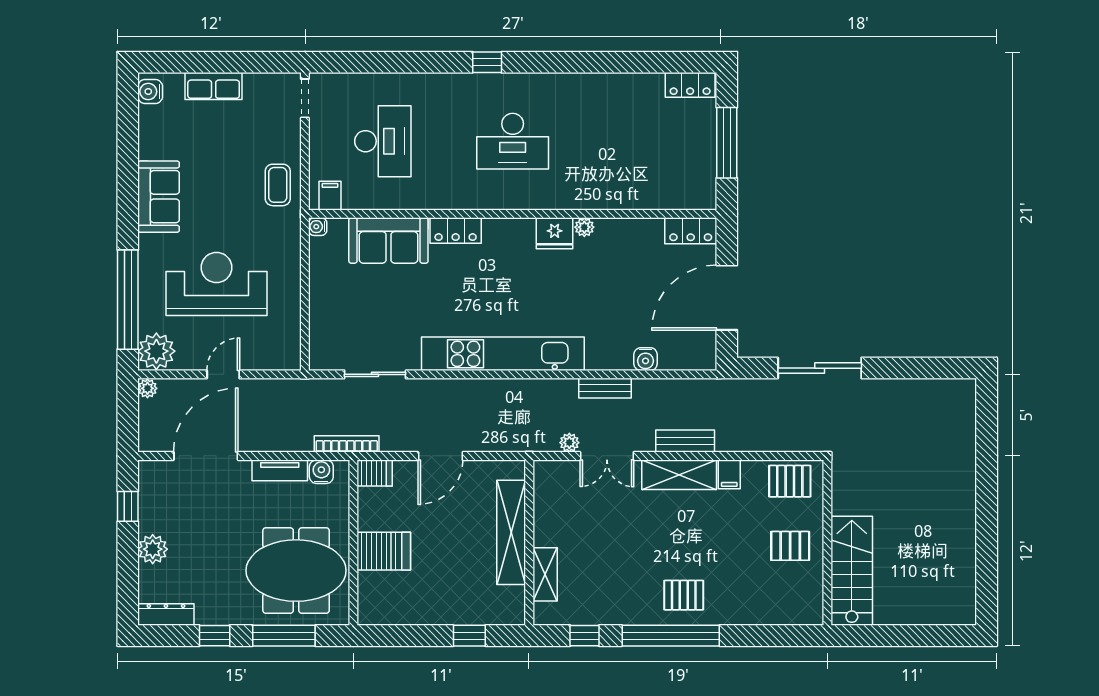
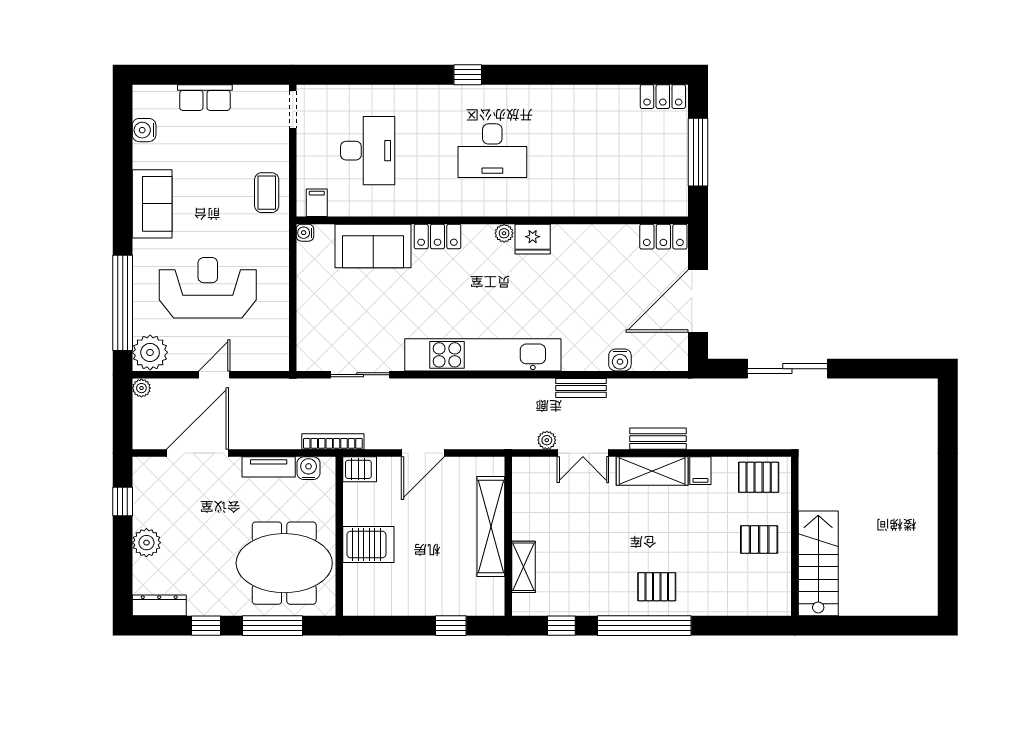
water cooler: (150, 92) -> (144, 130), moved
plant: (584, 227) -> (504, 233), moved

